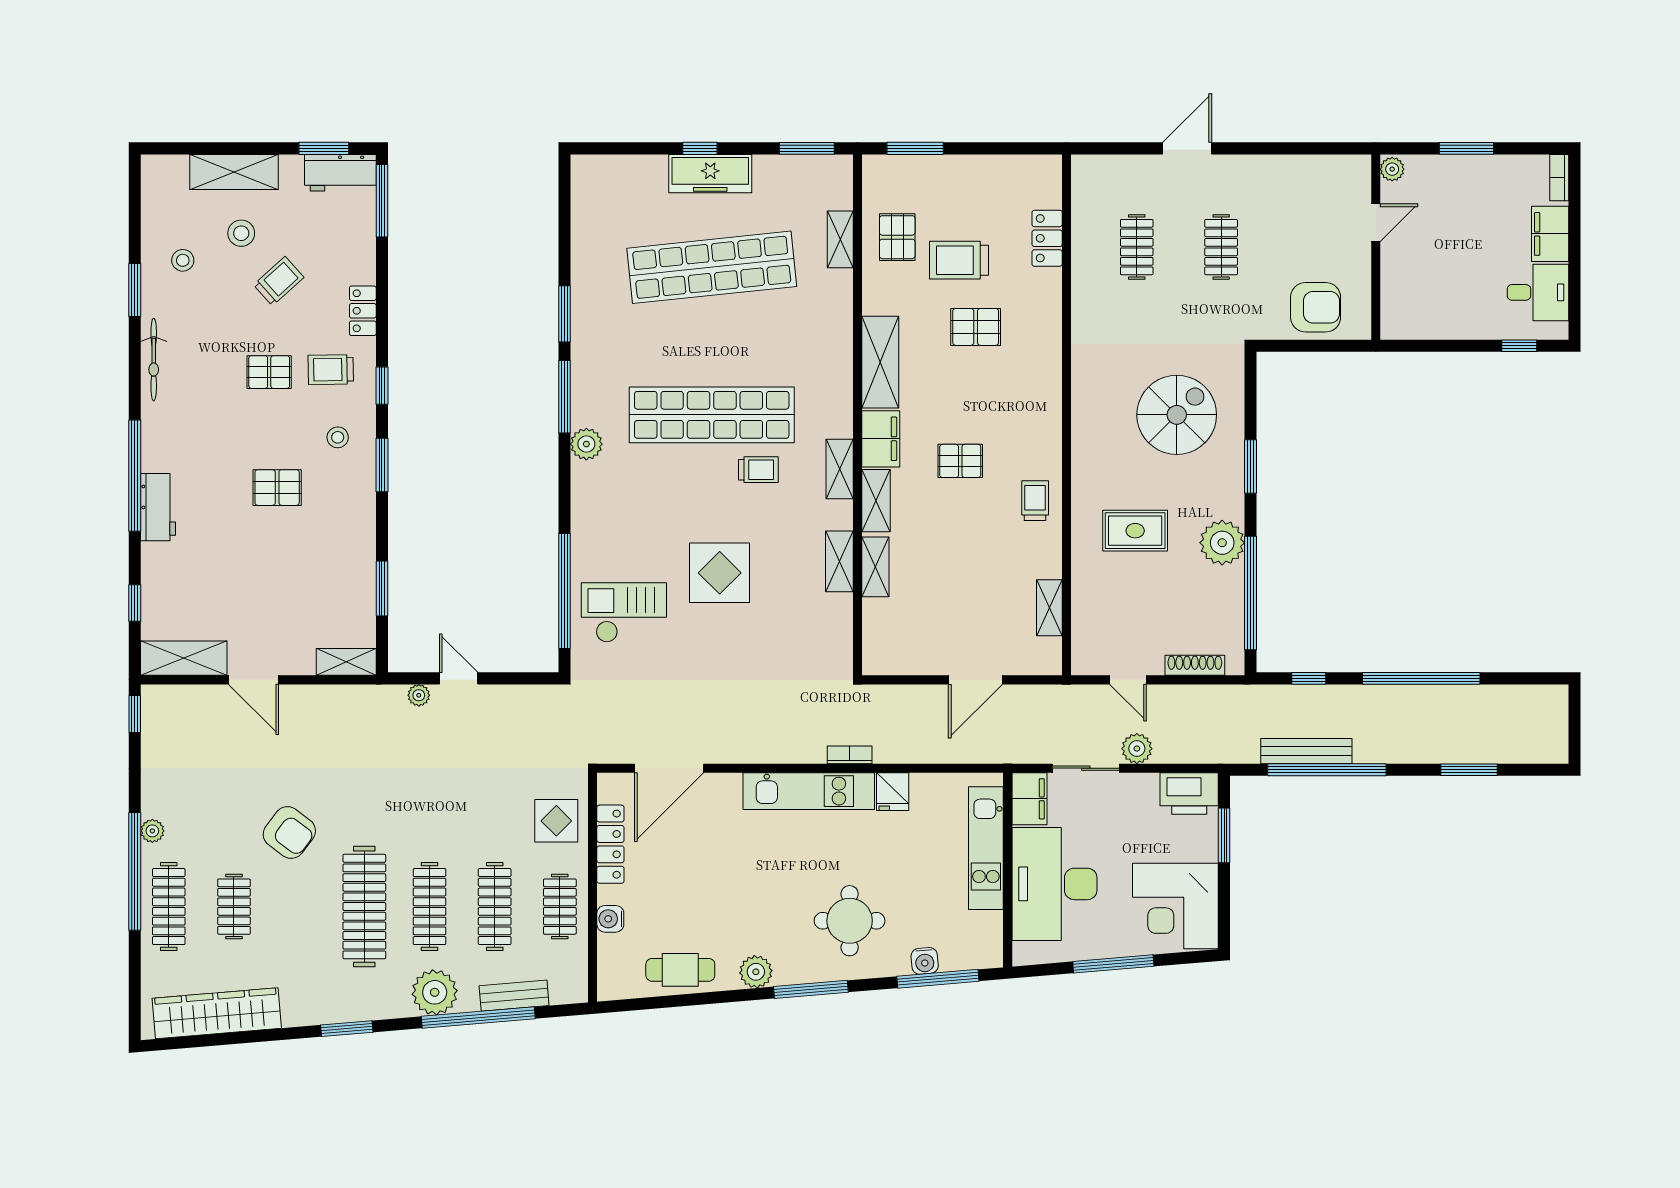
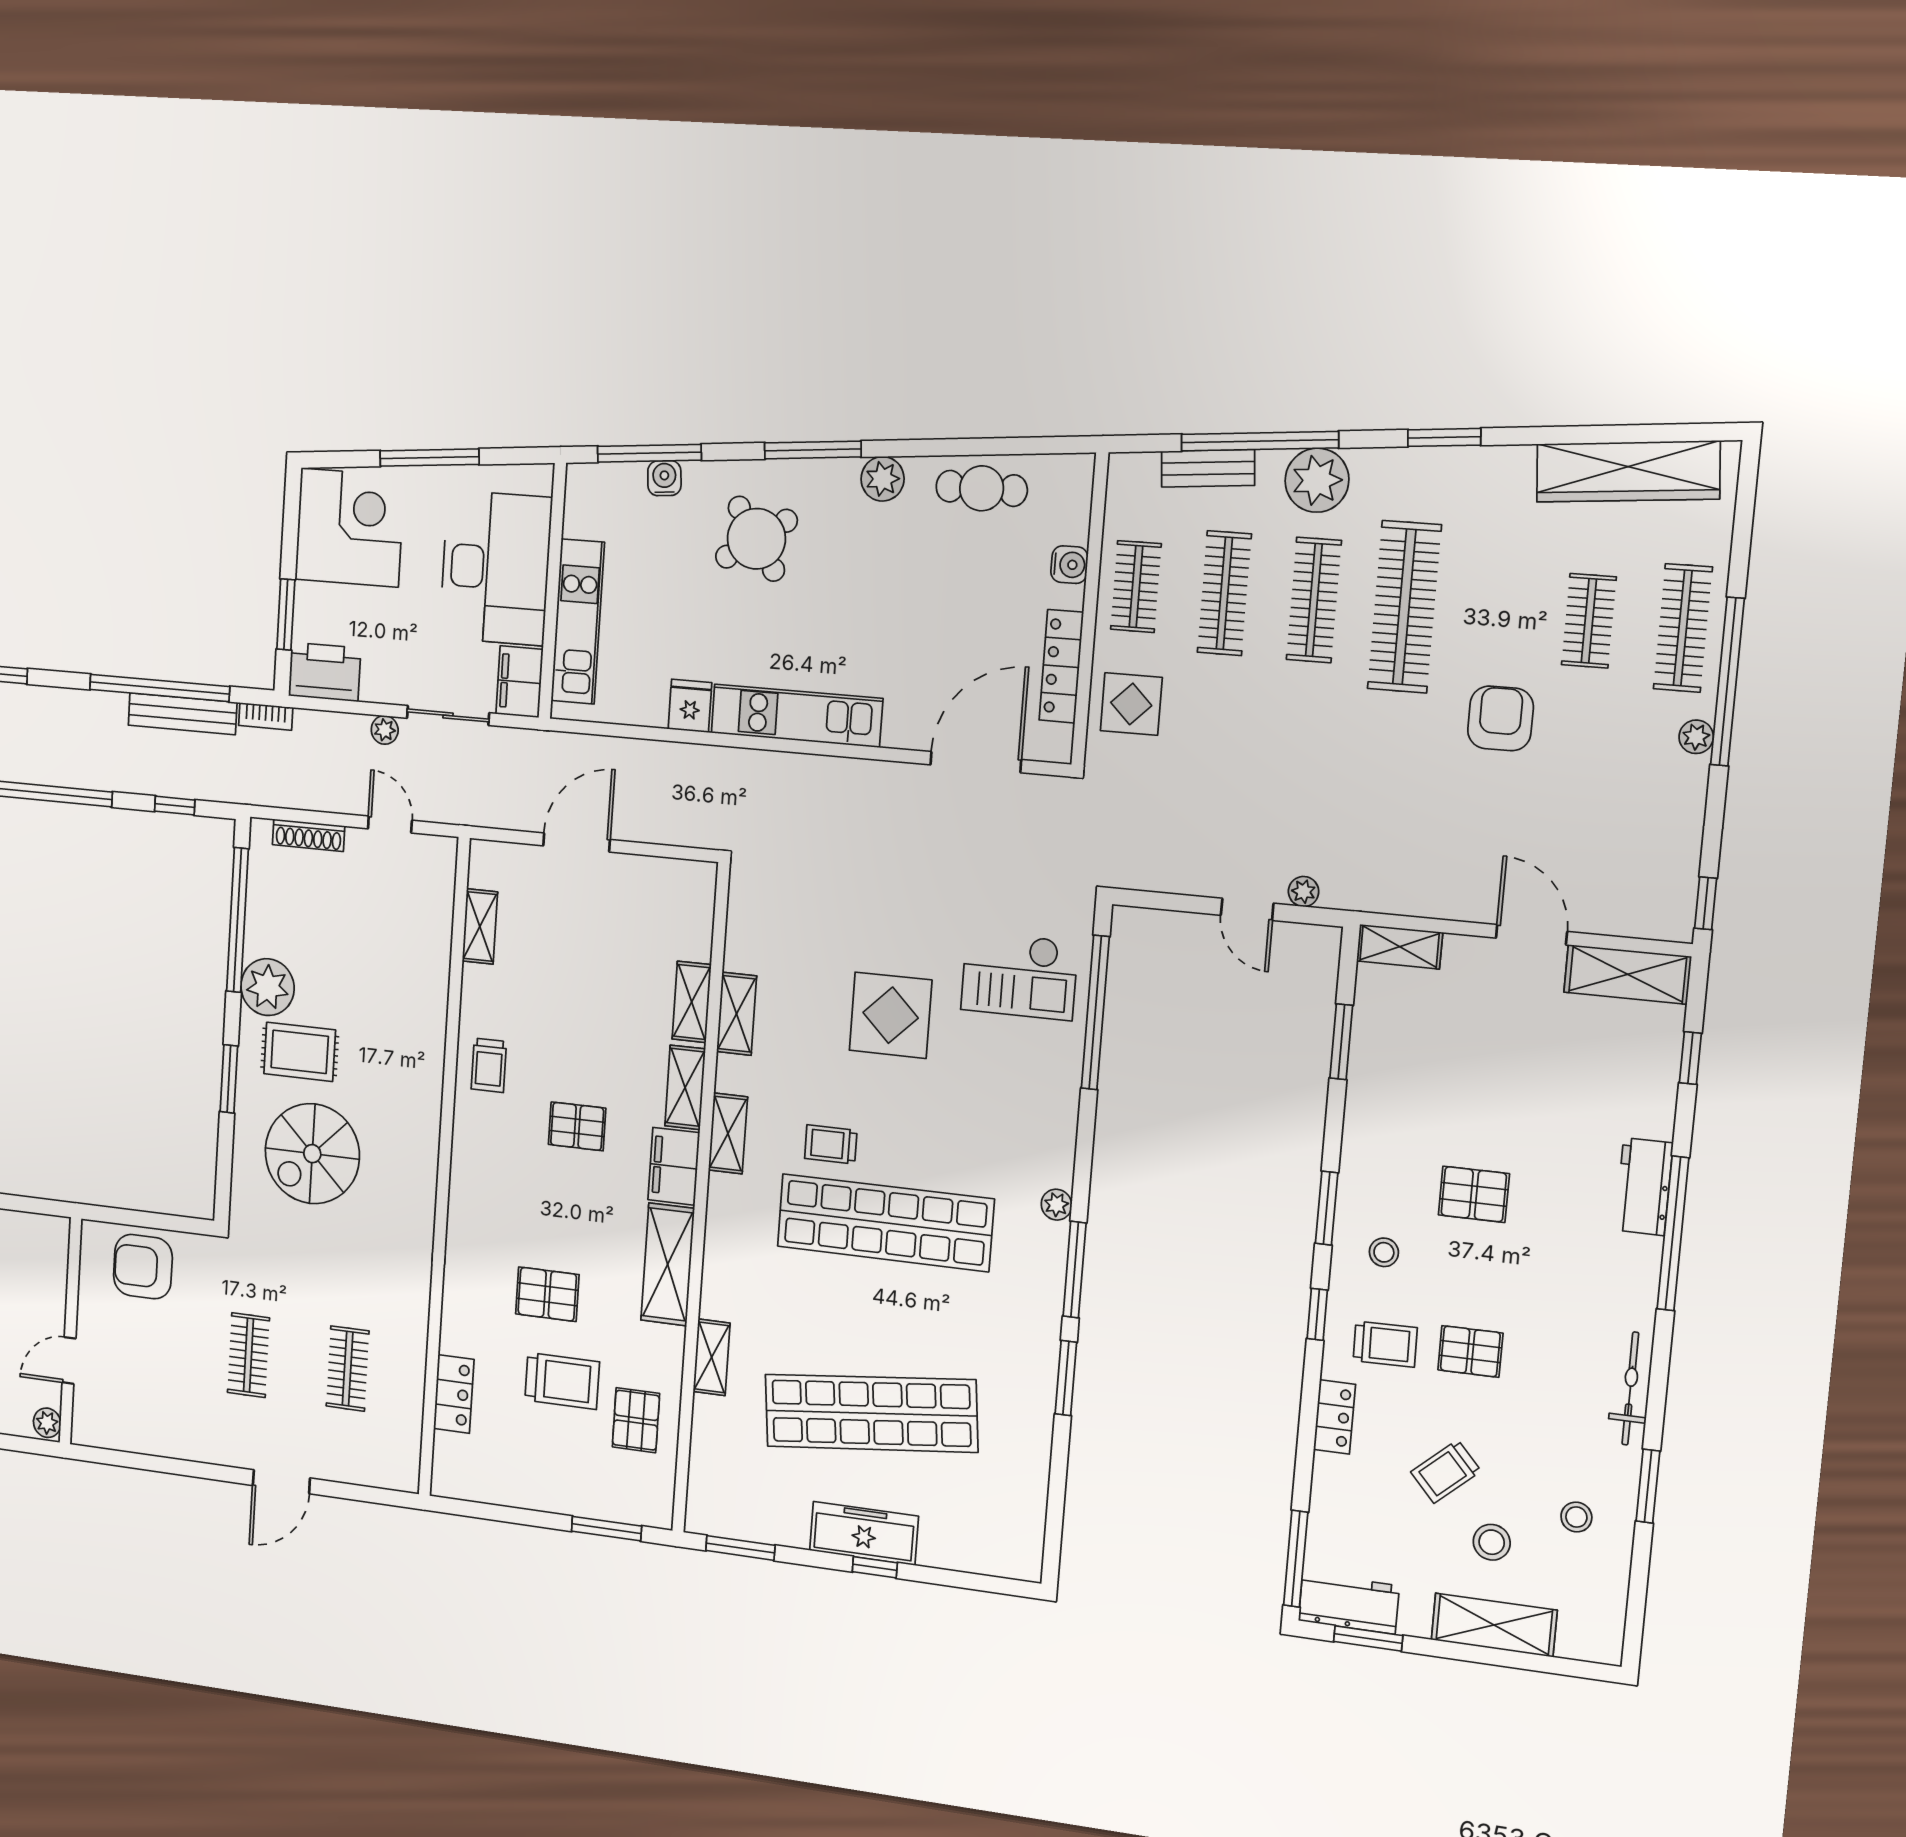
shelving: (840, 239) -> (712, 1357), moved
plant: (586, 444) -> (1057, 1205), width x0.73, depth x0.73
rug: (1135, 531) -> (300, 1052), moved
plant: (1137, 749) -> (385, 730), width x0.73, depth x0.73
bookcase: (850, 755) -> (266, 716), moved
armchair: (289, 832) -> (1500, 718), turned 53
round table: (850, 921) -> (756, 539), turned -34

